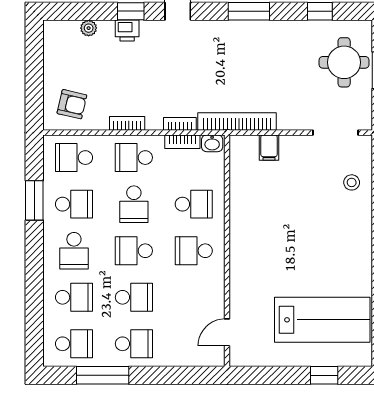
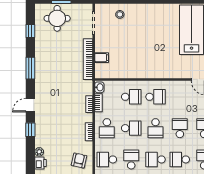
printer: (127, 31) -> (41, 163), moved
bookcase: (237, 122) -> (88, 59), moved
school desk: (74, 158) -> (107, 159), turned 90
school desk: (194, 204) -> (131, 97), turned 90
school desk: (74, 251) -> (155, 159), turned 180
school desk: (194, 251) -> (155, 97), turned -90
school desk: (74, 297) -> (180, 159), turned -90

